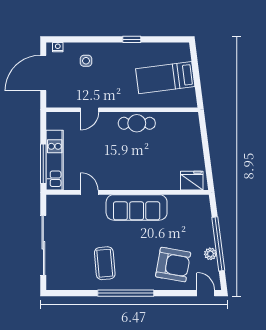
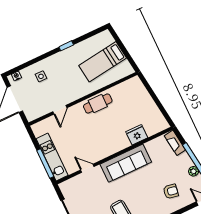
fridge: (192, 181) -> (137, 135), moved
fireplace: (204, 211) -> (175, 143), added
armchair: (173, 265) -> (171, 191), width x0.53, depth x0.53

